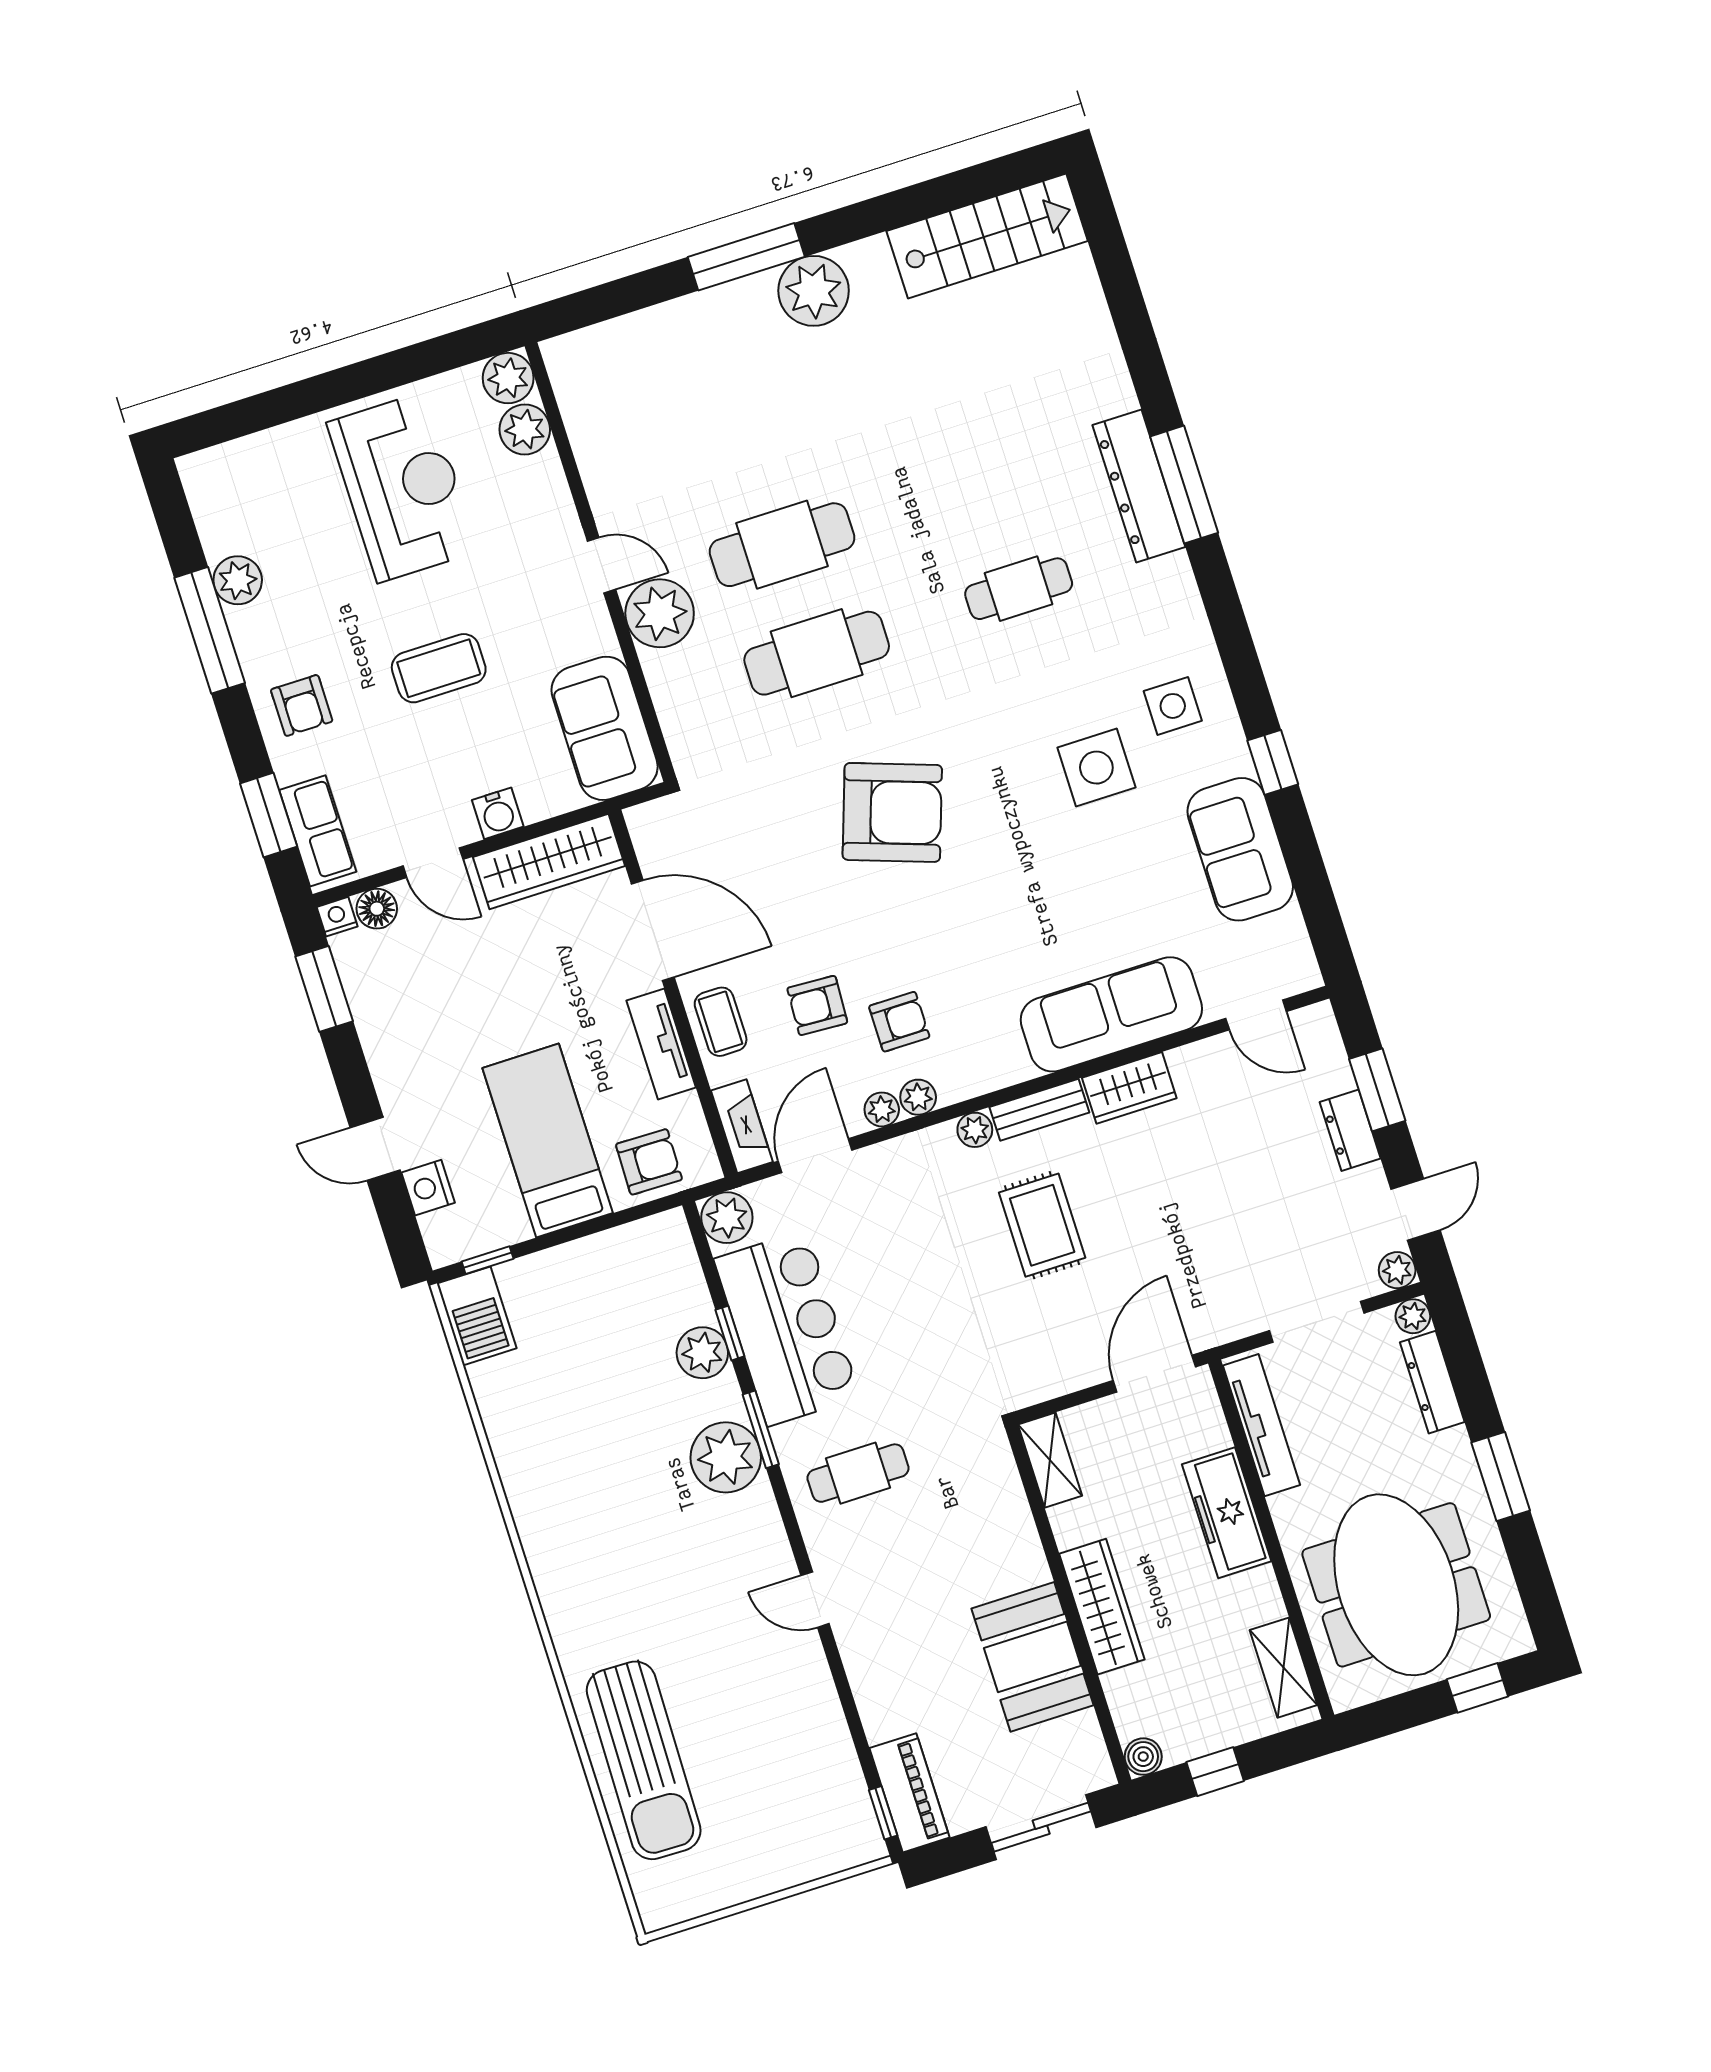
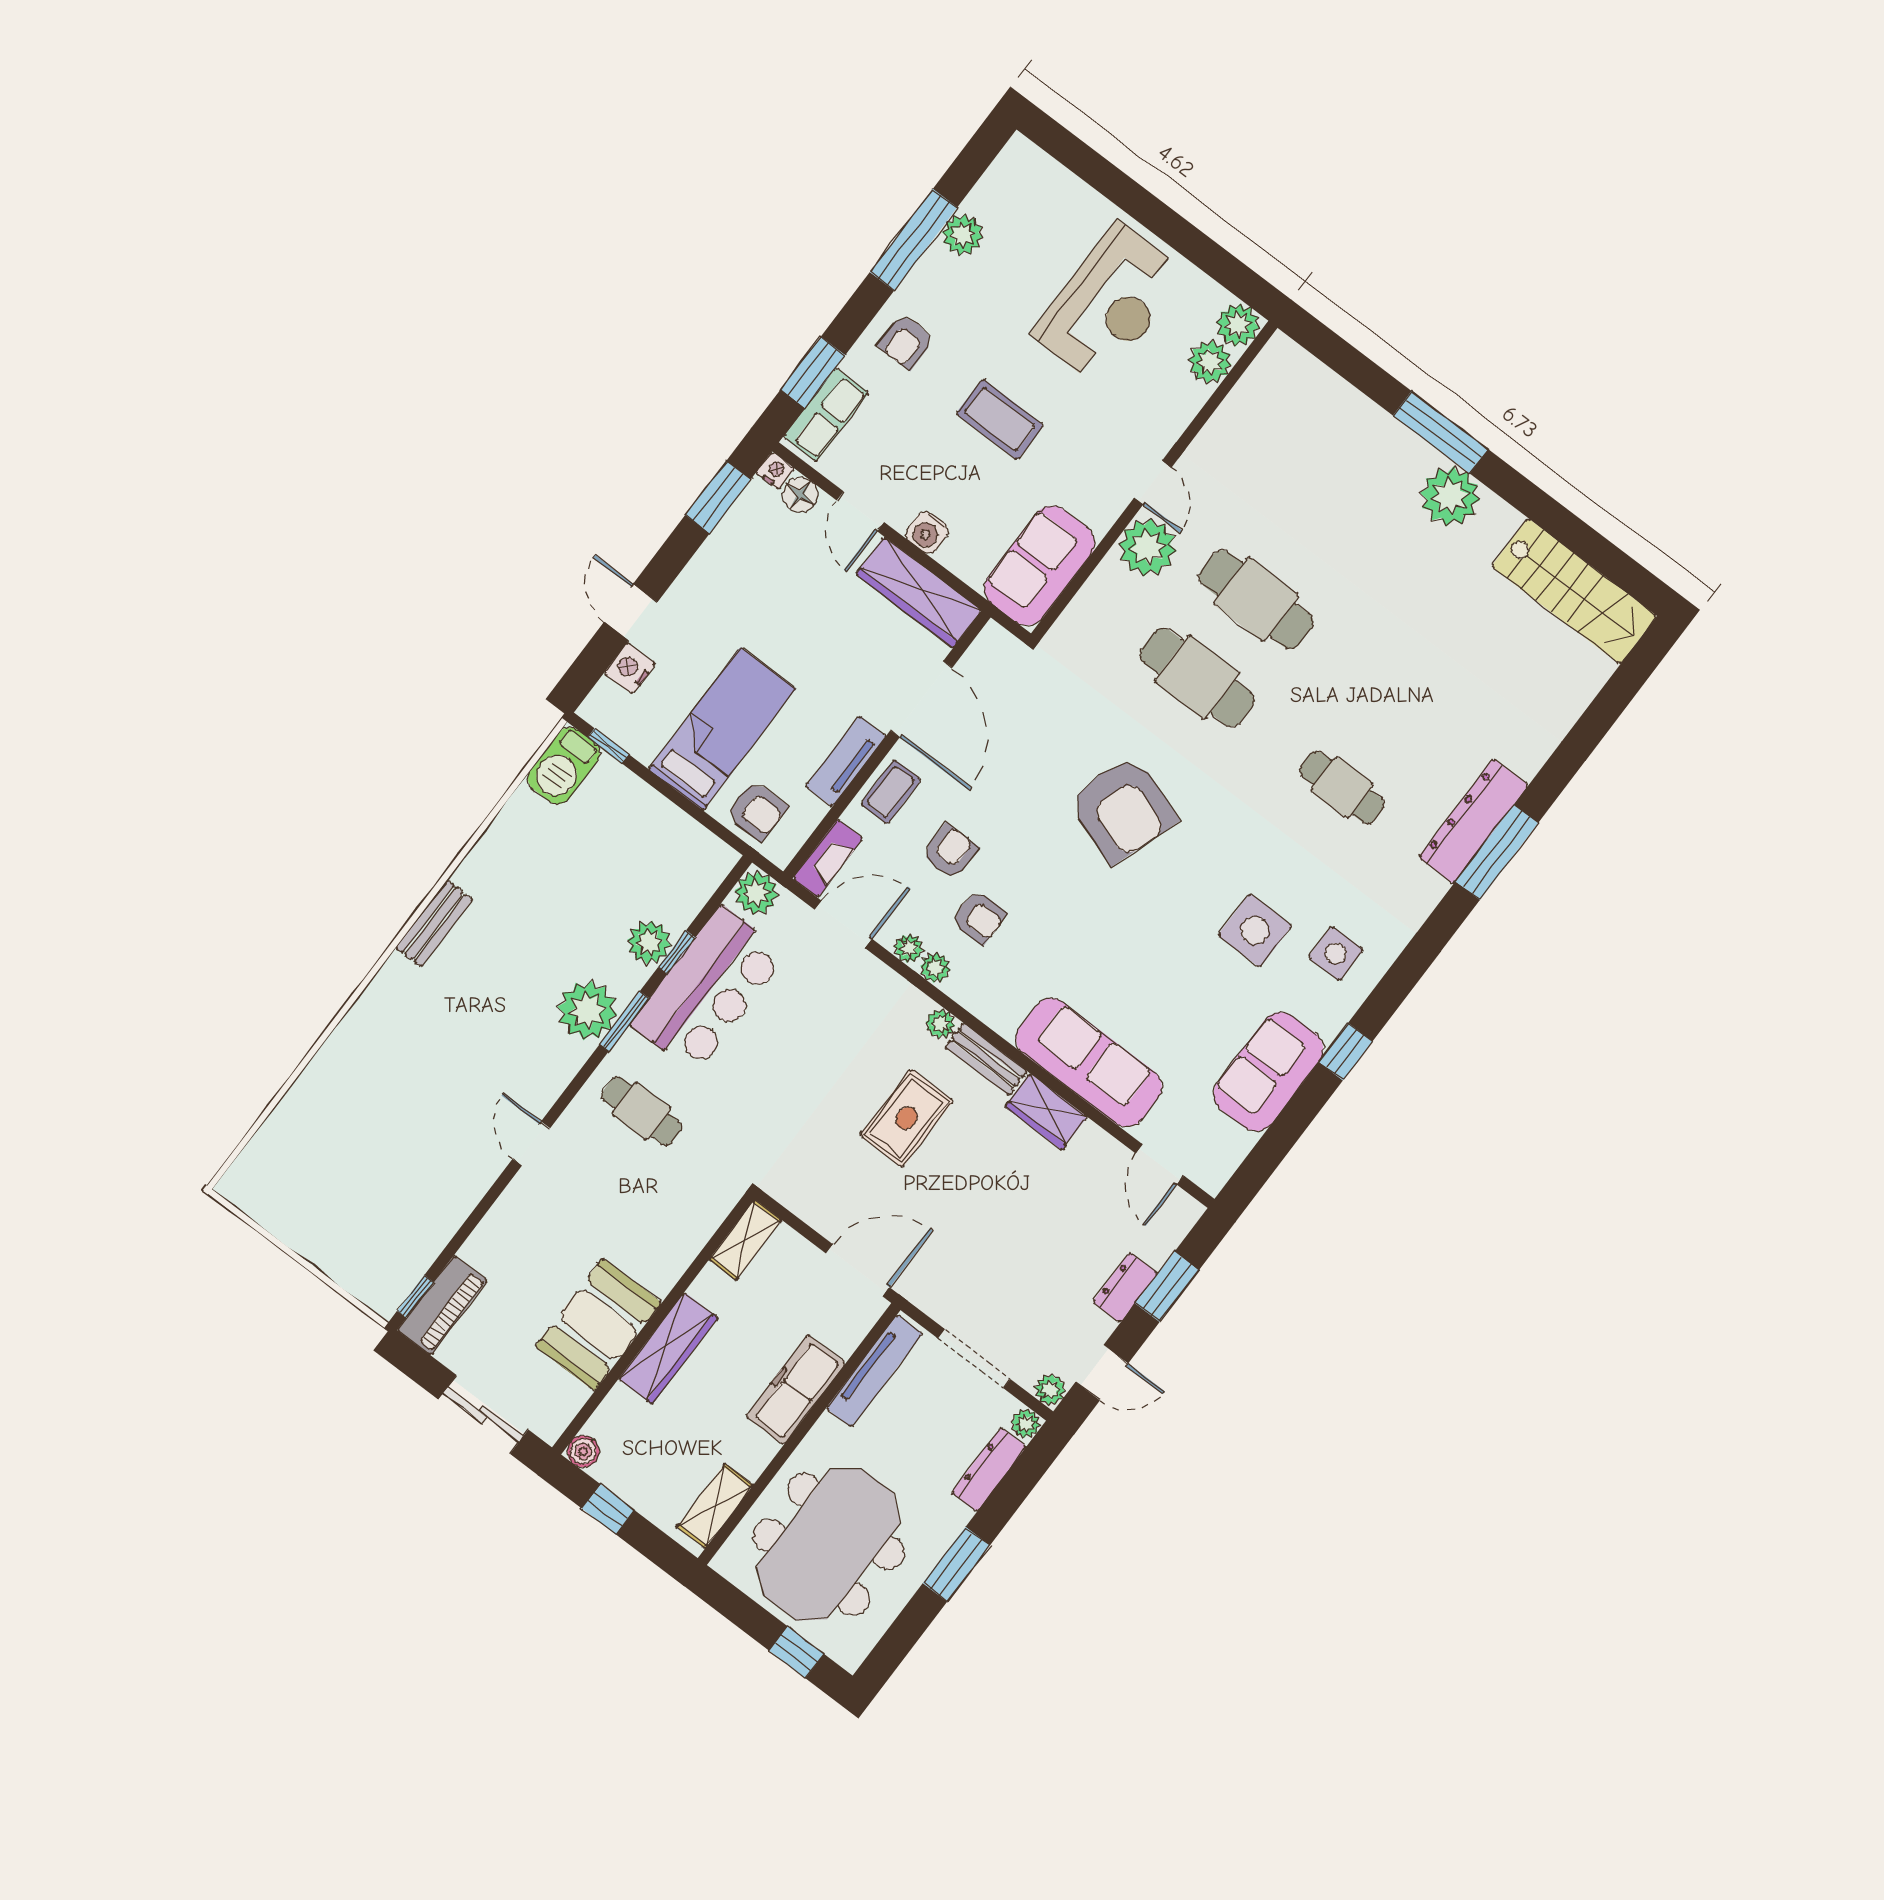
armchair: (817, 1005) -> (950, 852), turned 87
bench: (540, 1545) -> (434, 923), added
sun lounger: (644, 1760) -> (334, 1102), removed

